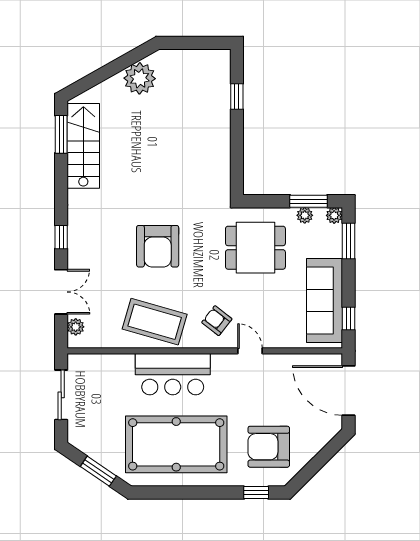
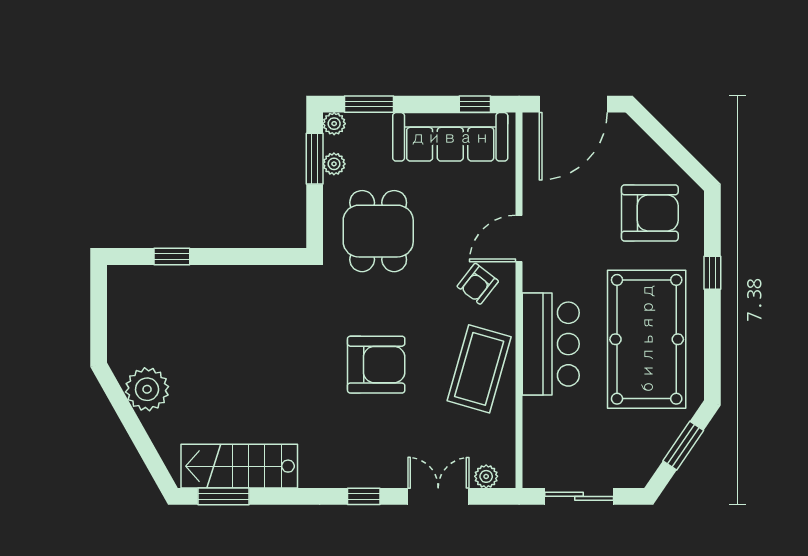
door: (250, 351) -> (519, 239), width x1.38
armchair: (269, 447) -> (650, 213), turned -90
window: (256, 493) -> (712, 273), moved

